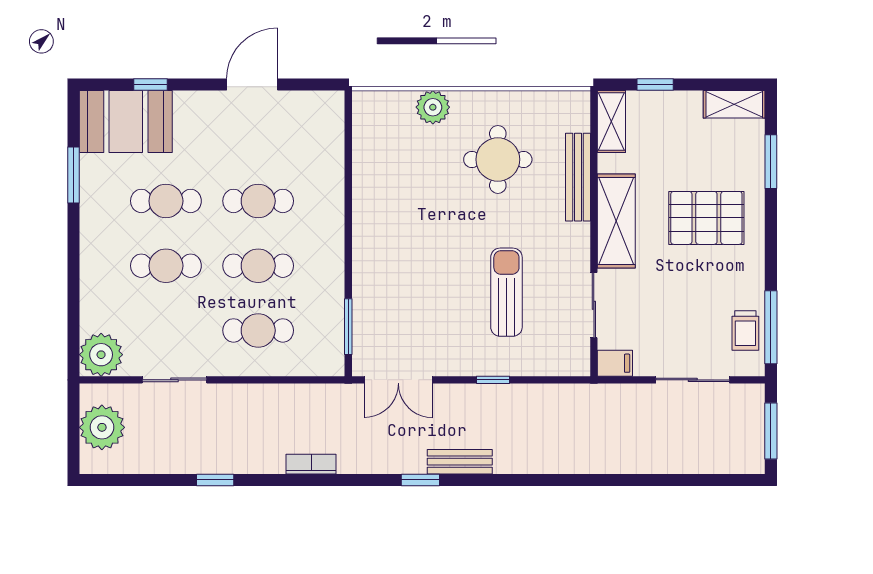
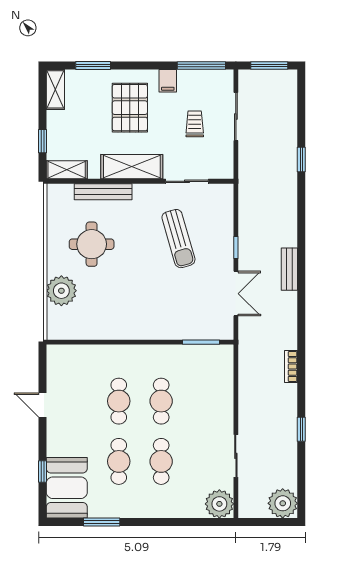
door: (252, 84) -> (42, 405), width x0.73
plant: (433, 107) -> (61, 291), width x1.36, depth x1.36
sun lounger: (506, 292) -> (178, 239), turned -106
cafe table: (258, 330) -> (204, 401), removed
trolley: (745, 331) -> (195, 124), moved, turned -90
filing cabinet: (615, 363) -> (168, 81), moved, turned 180
double door: (398, 380) -> (236, 294), moved
plant: (102, 427) -> (283, 503), moved
window: (420, 480) -> (301, 159), moved

